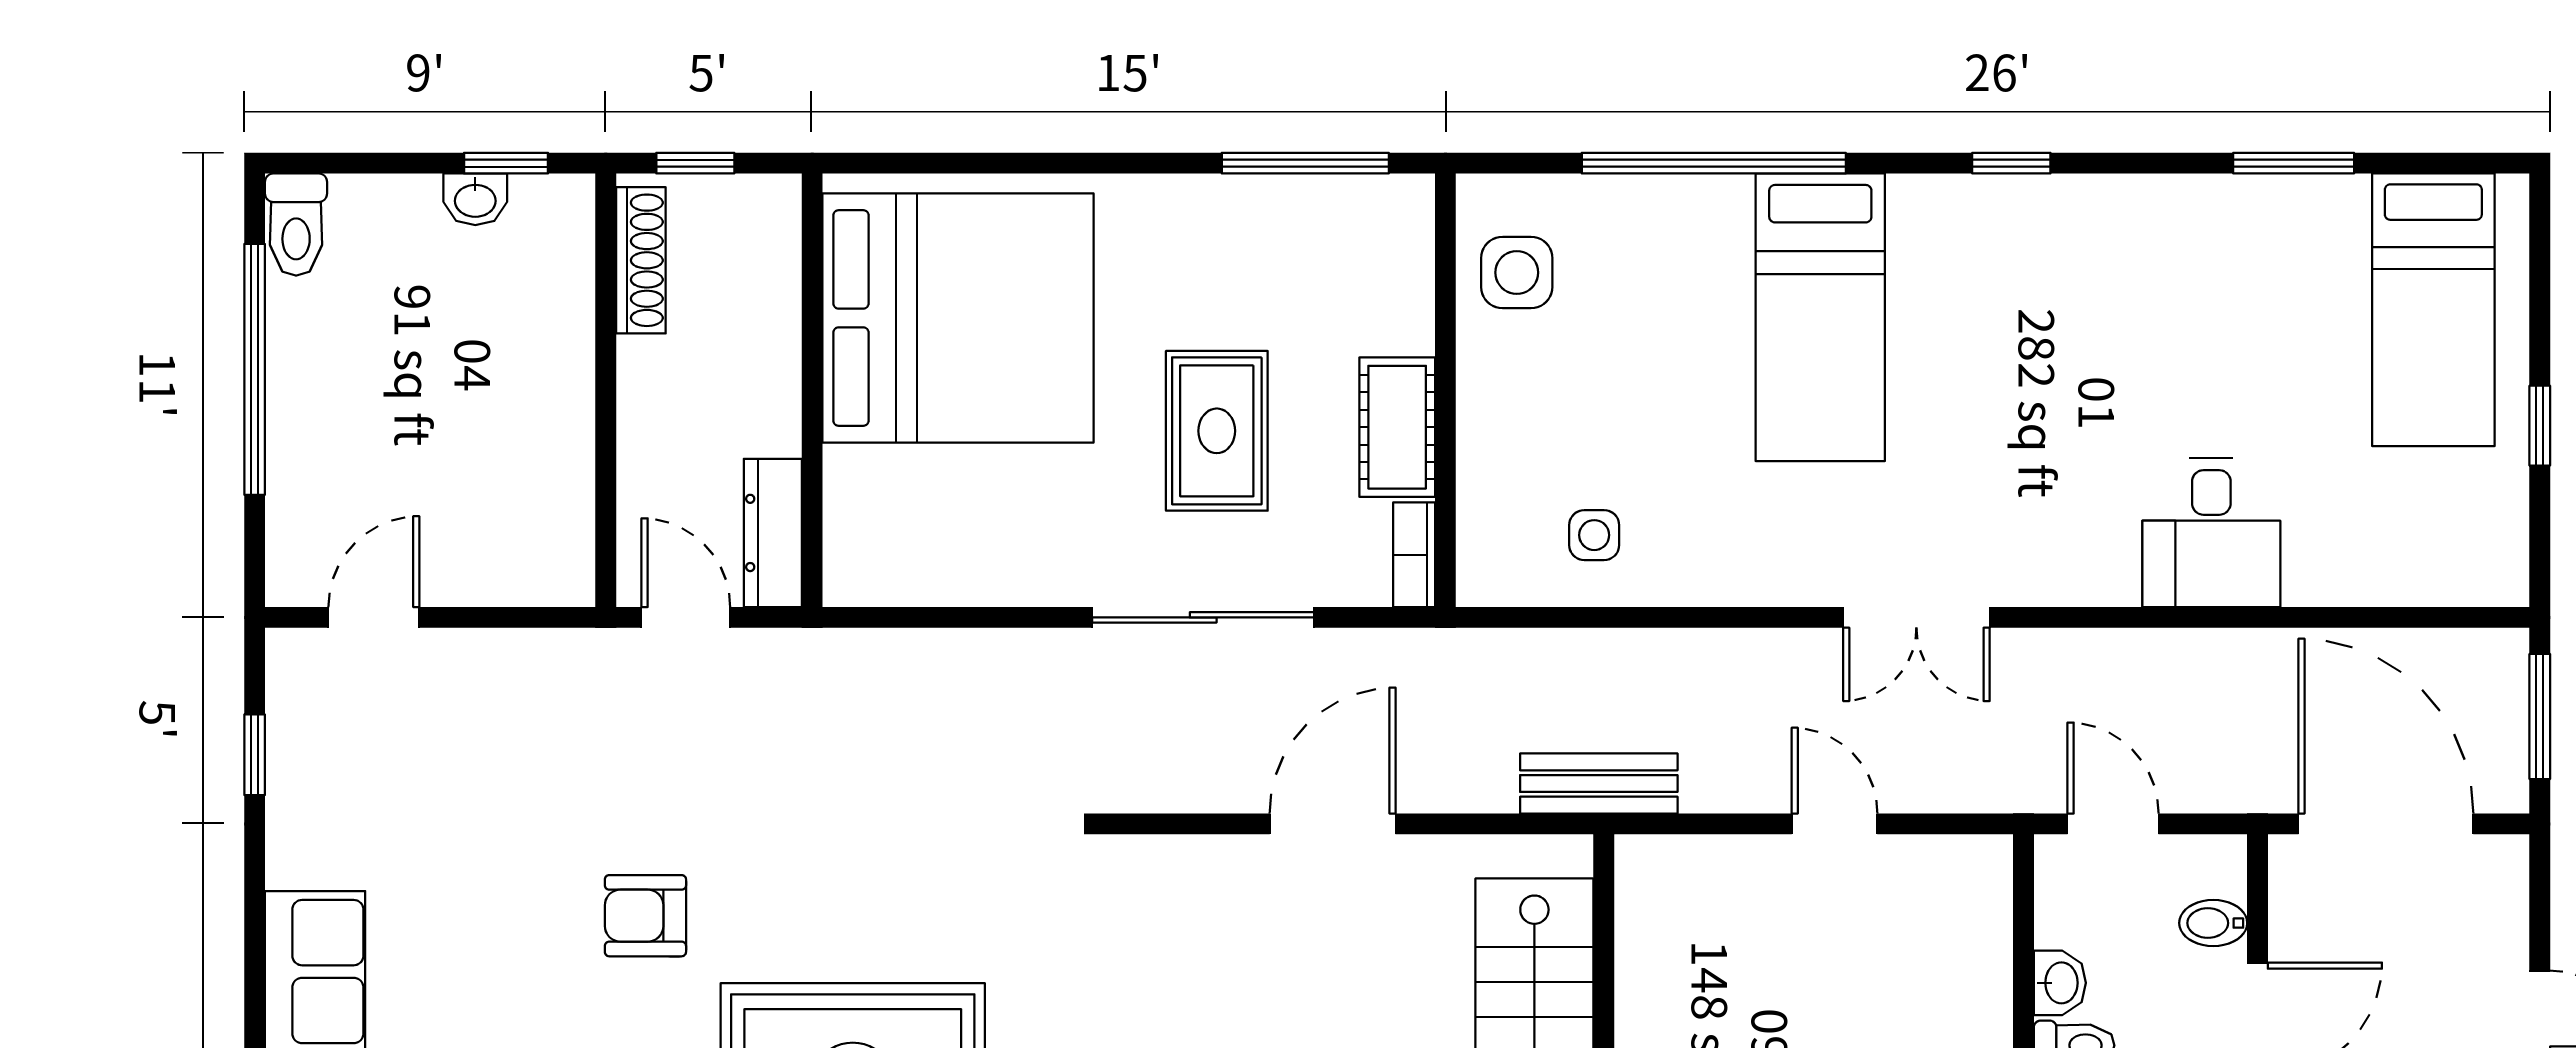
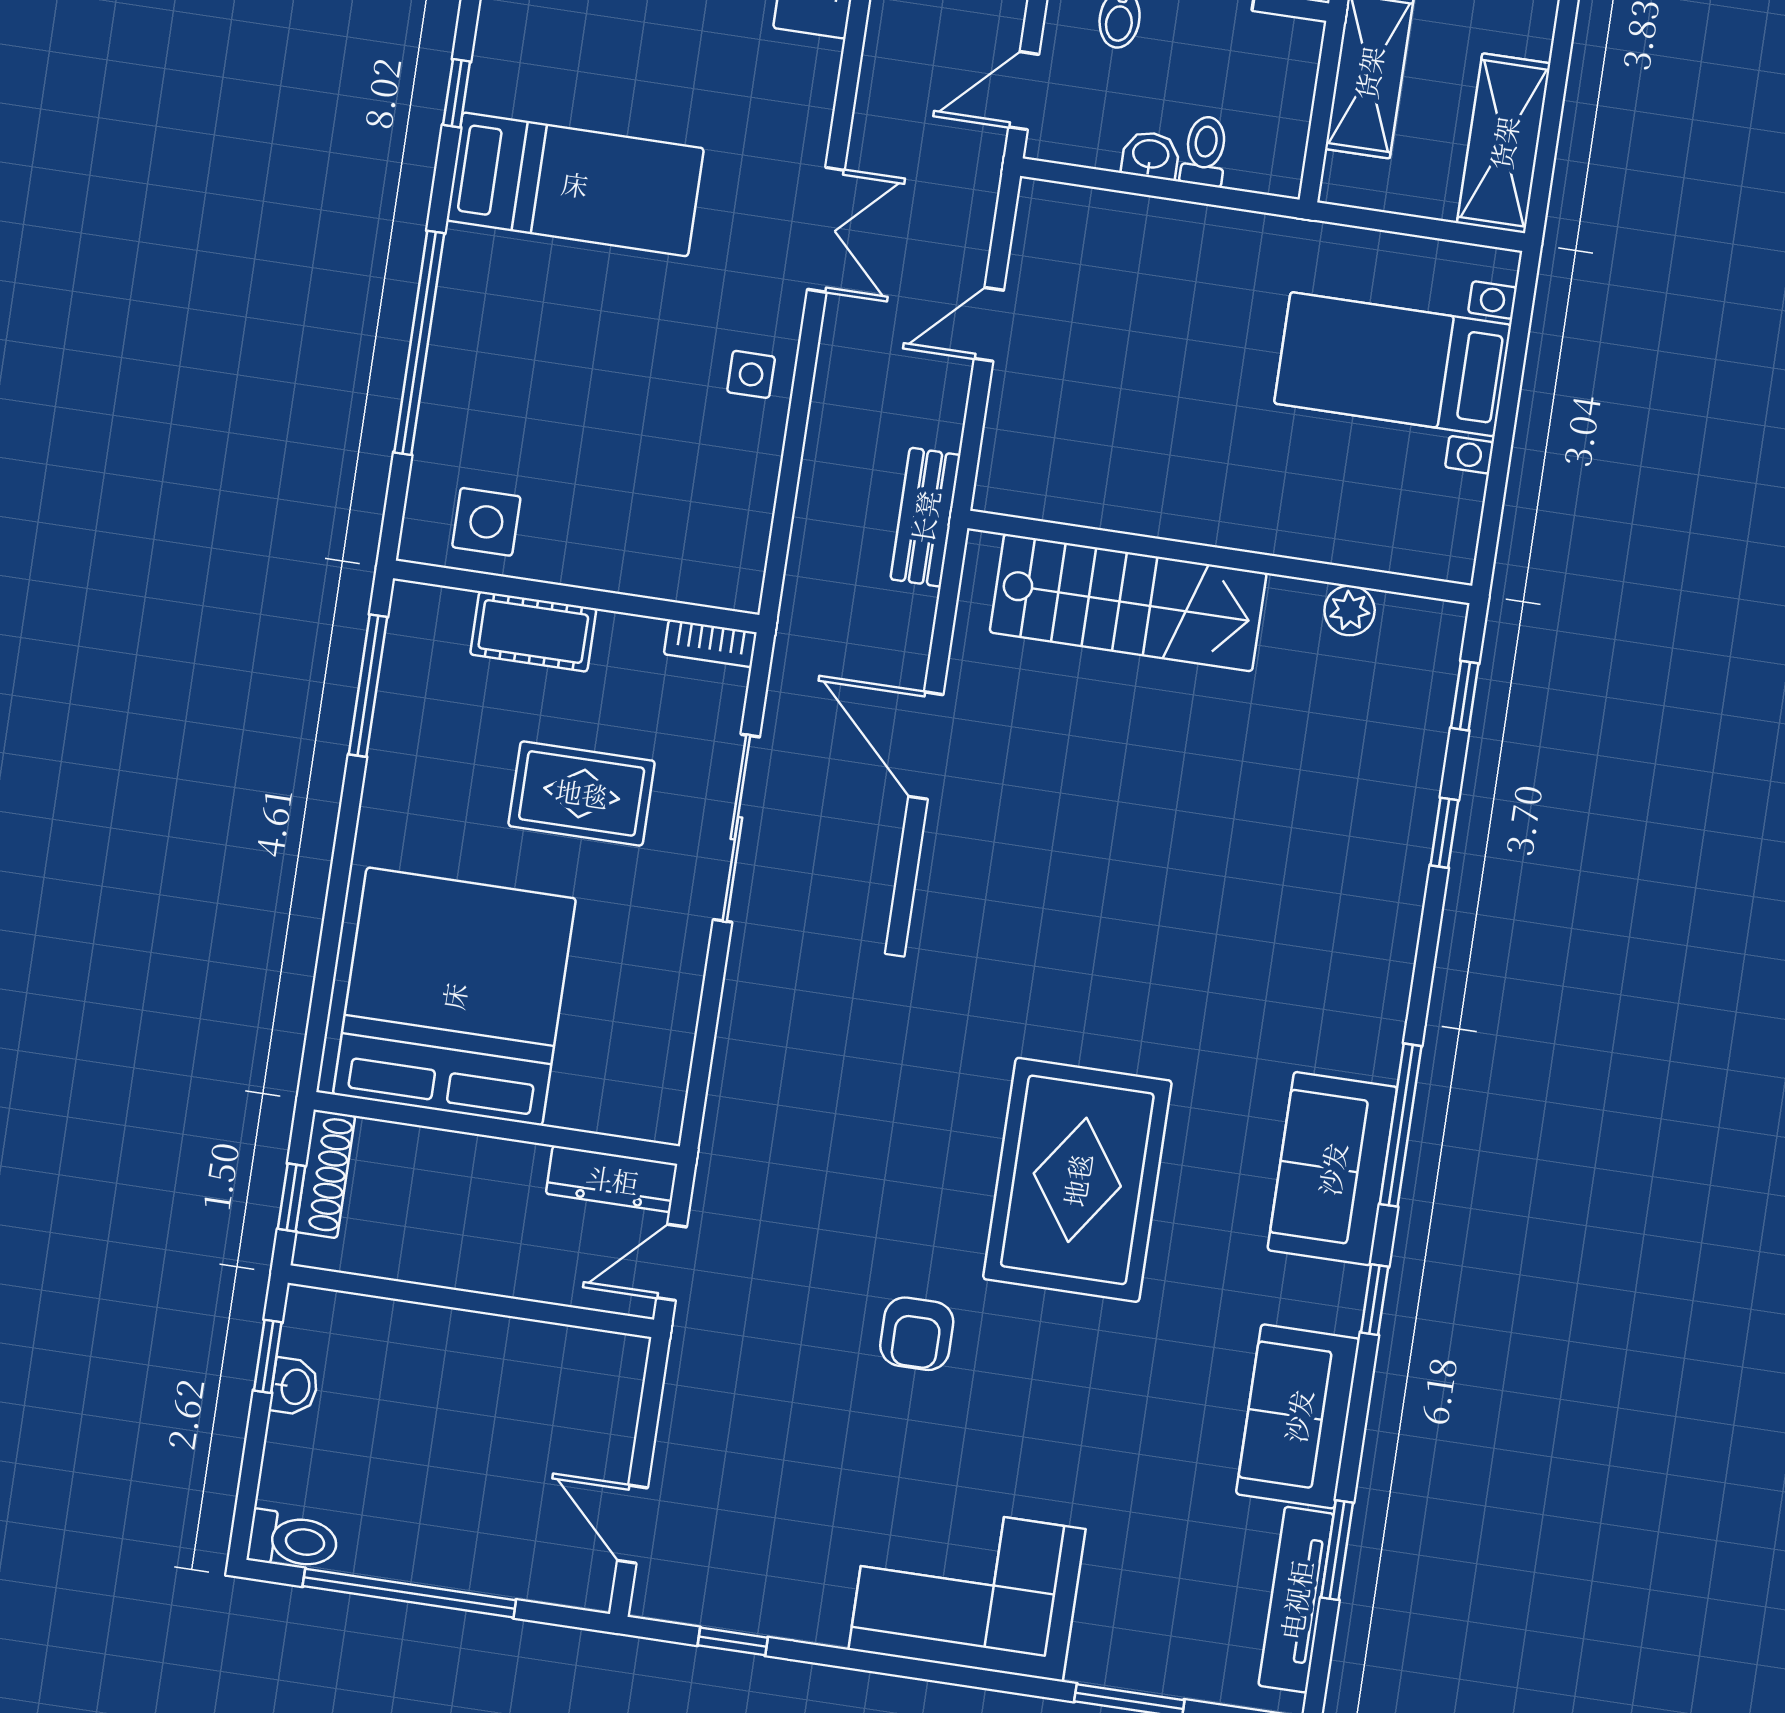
shoe rack: (641, 260) -> (325, 1174), moved, turned 90
bed: (1820, 317) -> (575, 184), moved
cot: (1397, 427) -> (533, 632), moved
side table: (1594, 535) -> (751, 374), moved

